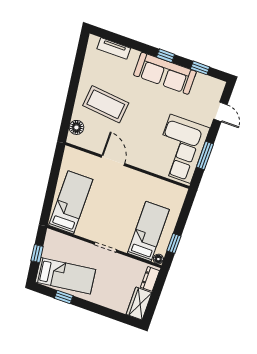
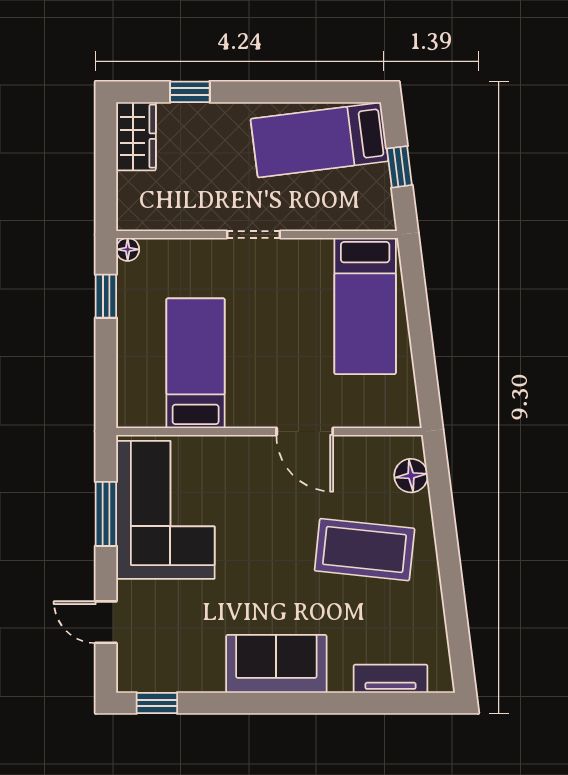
window: (166, 56) -> (270, 703), removed
window: (200, 68) -> (157, 703), moved
sofa: (165, 73) -> (276, 664), width x0.73
bed: (148, 231) -> (196, 363), moved, turned 180
dresser: (150, 279) -> (131, 199), removed
window: (64, 297) -> (190, 92), moved

